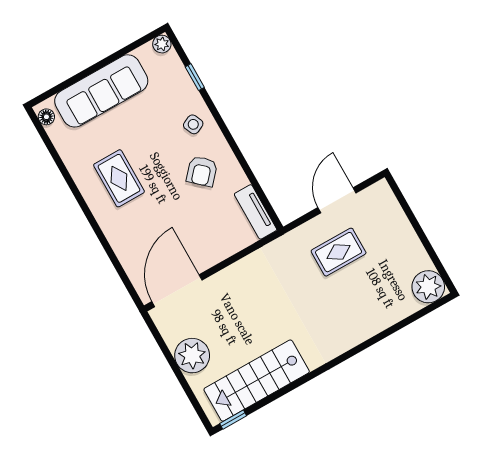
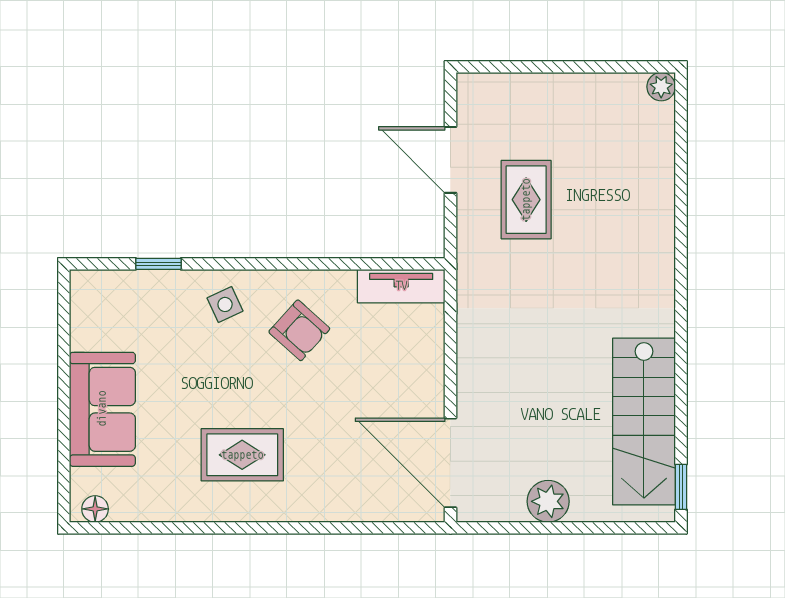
plant: (162, 44) -> (84, 284), removed
sofa: (101, 91) -> (102, 409), width x0.73
plant: (428, 287) -> (661, 87), width x0.53, depth x0.53
plant: (192, 356) -> (548, 501), width x0.73, depth x0.73

